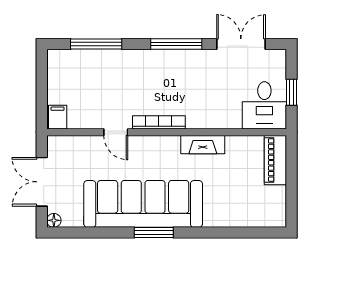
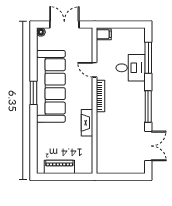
window: (292, 92) -> (119, 177), removed
desk: (264, 105) -> (131, 68), moved, turned 180
door: (116, 132) -> (95, 70), hinge flipped
piano: (275, 160) -> (59, 167), moved

